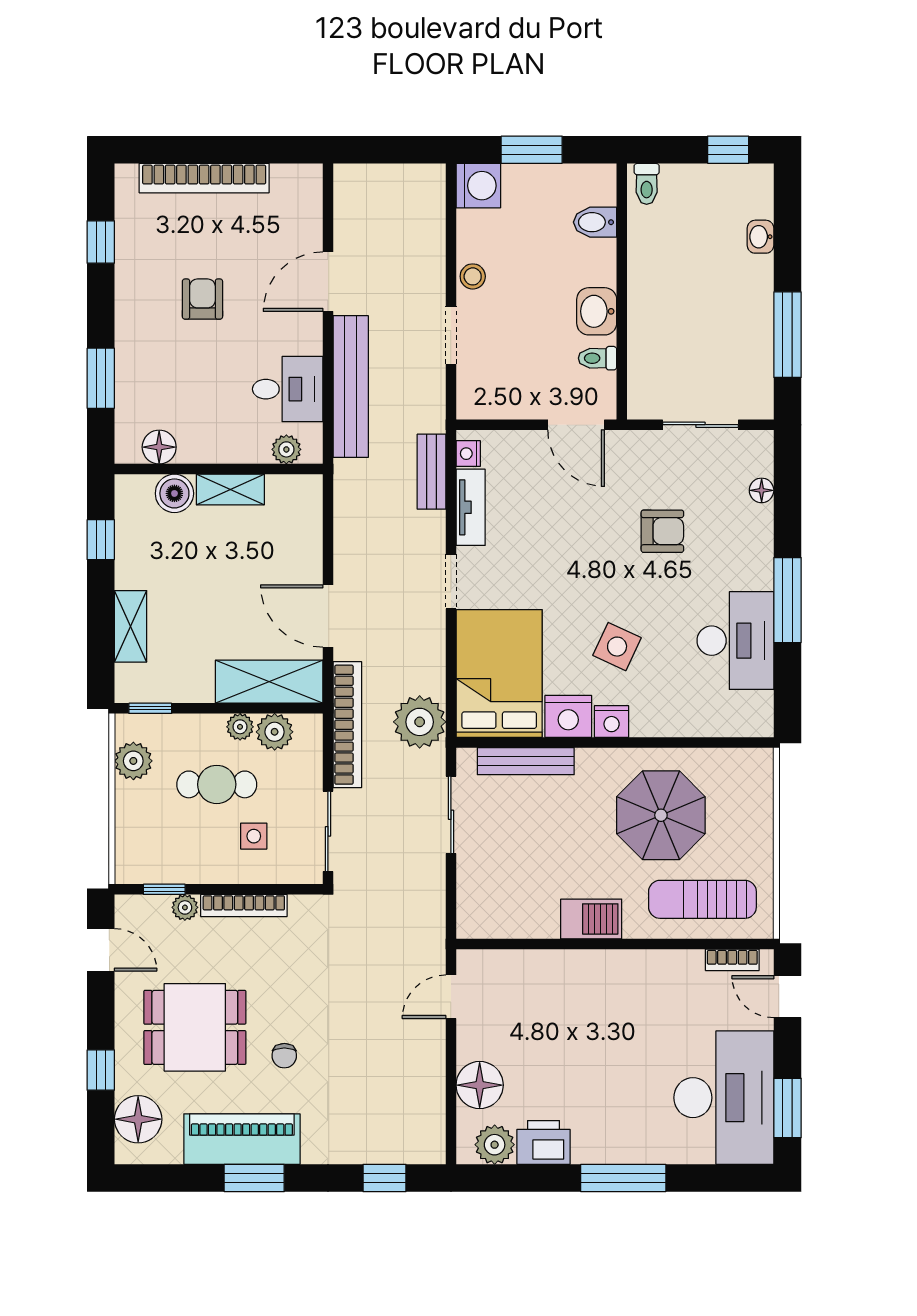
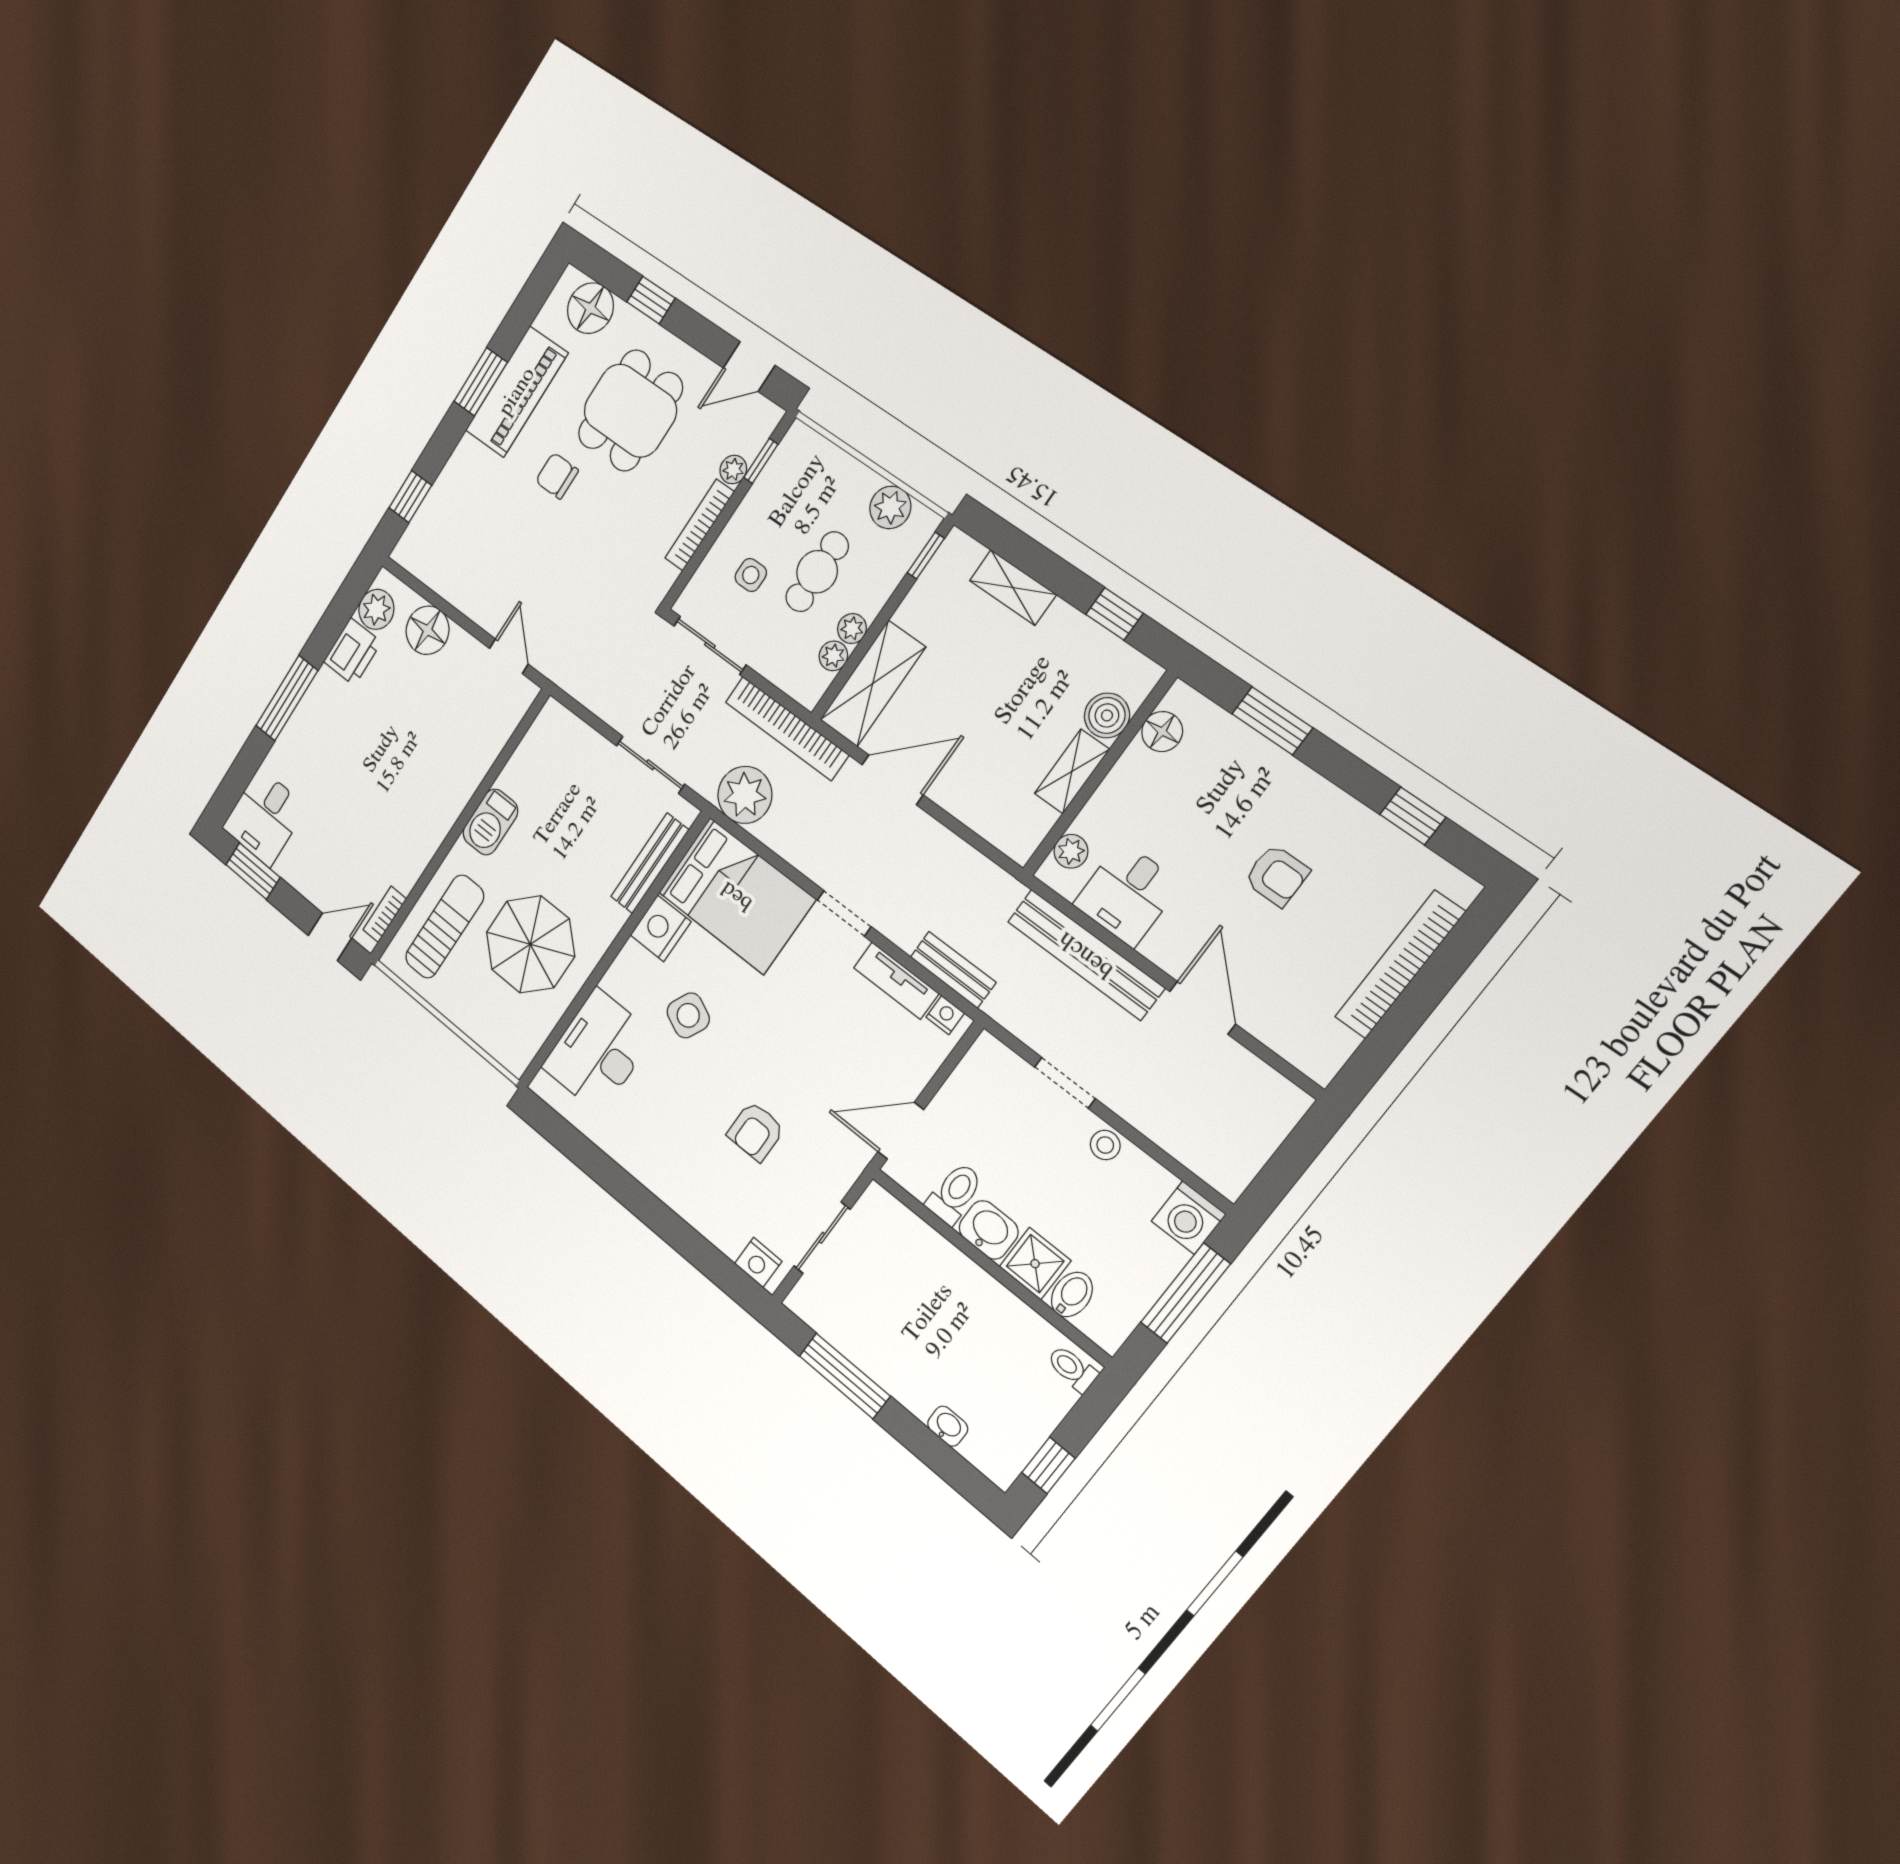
window: (532, 150) -> (1185, 1293), width x1.44
shower: (594, 262) -> (1035, 1264), added
toilet: (598, 358) -> (955, 1193), width x1.37, depth x1.39
floor lamp: (762, 490) -> (729, 1243), removed
window: (787, 600) -> (626, 1189), removed
desk: (735, 641) -> (598, 1051), moved, turned 90
nightstand: (612, 722) -> (758, 1262), moved, turned -90
plant: (275, 732) -> (833, 656), width x0.73, depth x0.73
chair: (284, 1056) -> (557, 476), width x1.37, depth x1.37
desk: (724, 1098) -> (265, 817), width x0.53, depth x0.77

